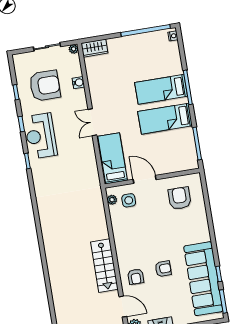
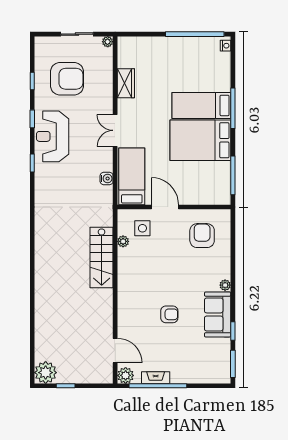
wardrobe: (94, 48) -> (126, 83), moved, turned -90
water cooler: (78, 83) -> (107, 179), moved
bed: (165, 119) -> (200, 140), width x1.50
plant: (112, 200) -> (123, 241), moved
plant: (206, 237) -> (225, 285), added
stairs: (104, 266) -> (102, 257), moved
armchair: (136, 277) -> (136, 318), removed
sofa: (203, 279) -> (218, 314), width x0.54, depth x0.79

